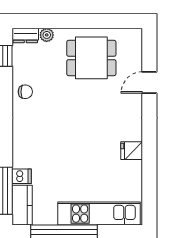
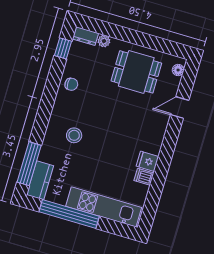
floor lamp: (136, 43) -> (178, 70), added
stool: (44, 146) -> (74, 135), added
dishwasher: (22, 176) -> (144, 177), moved, turned 180

